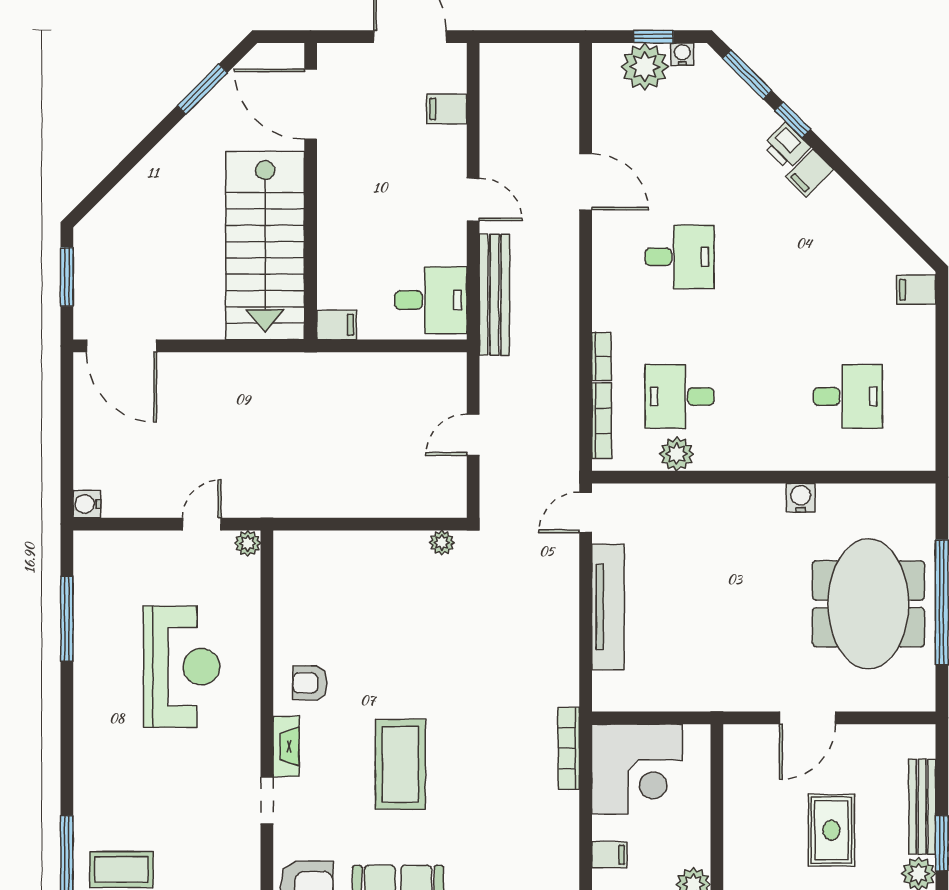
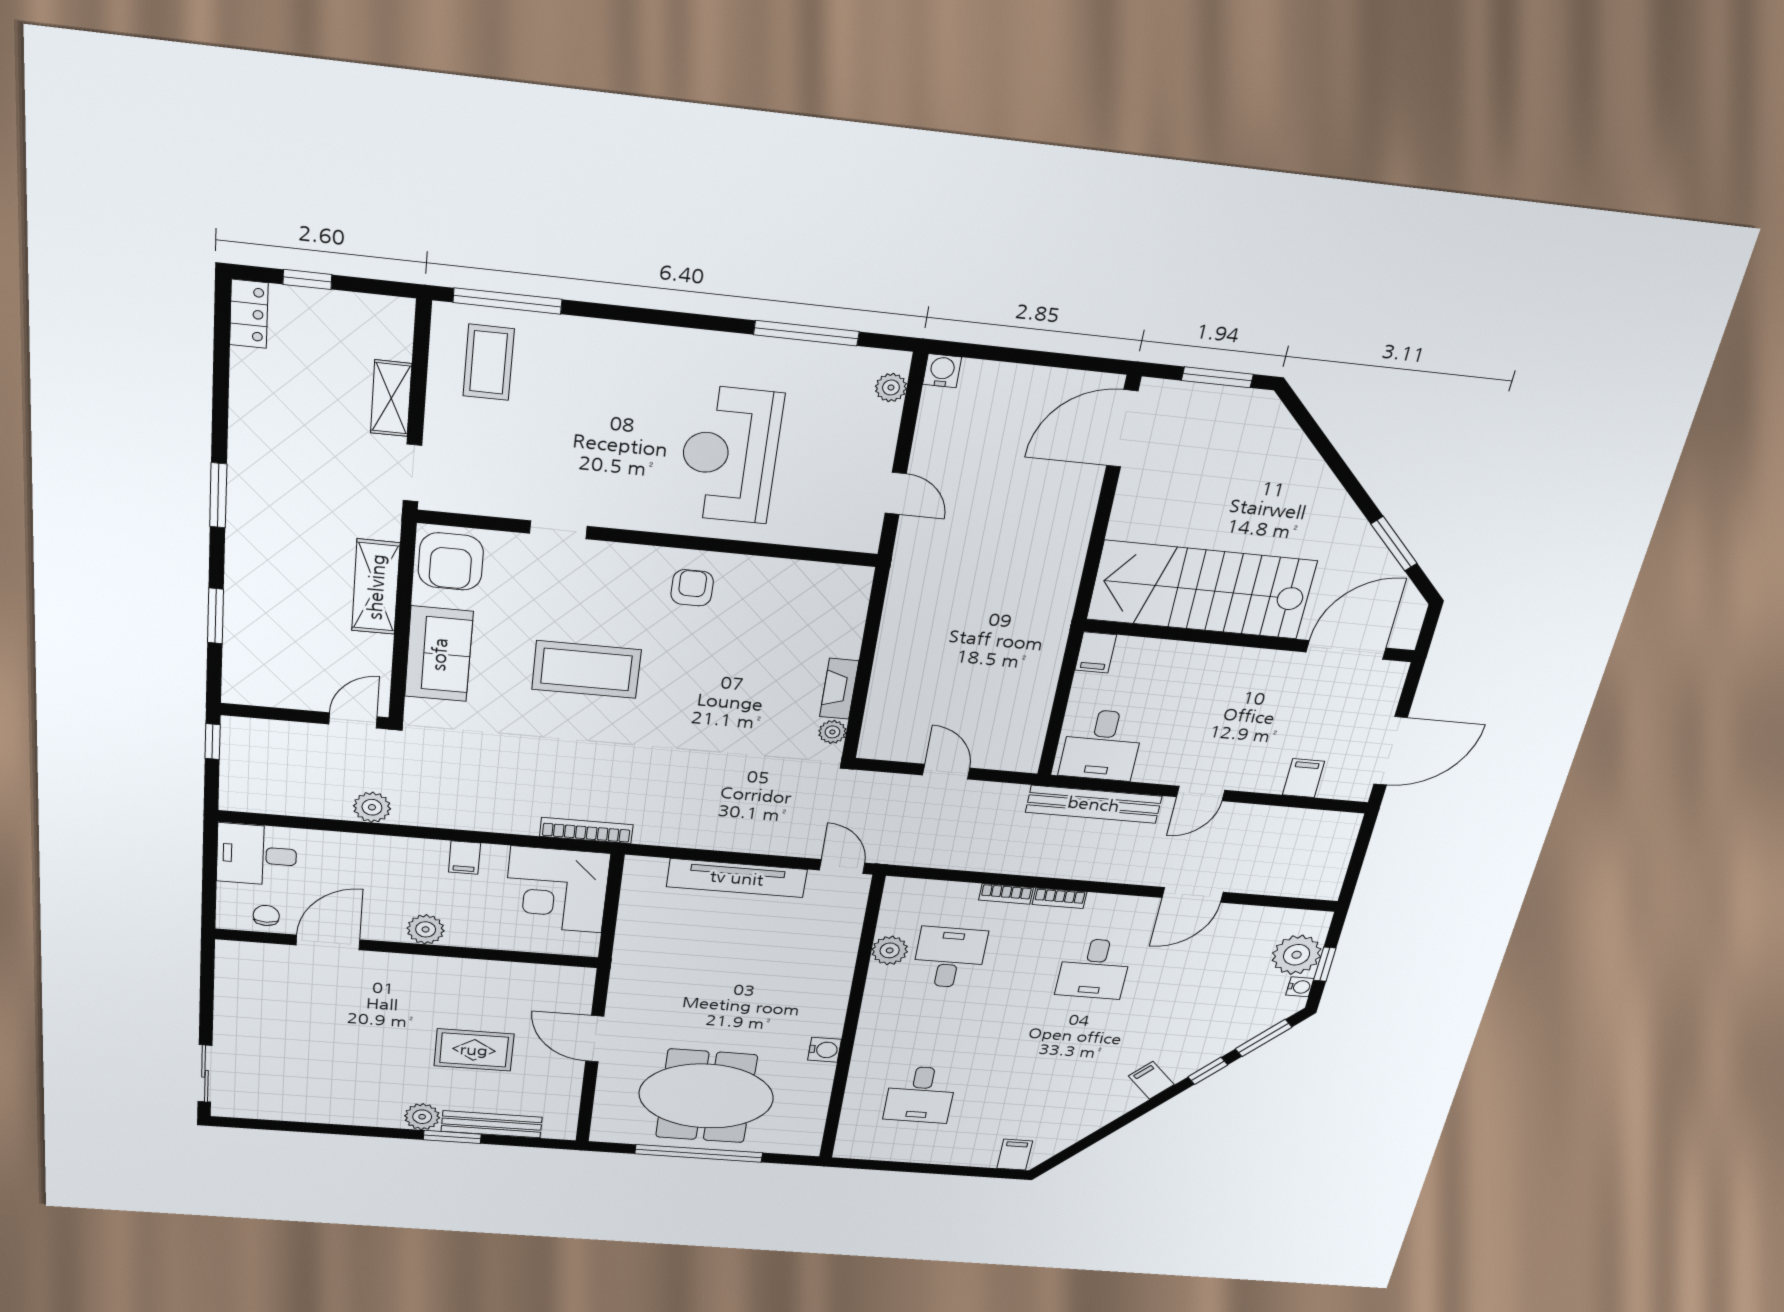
printer: (787, 146) -> (1183, 1064), removed
bookcase: (601, 421) -> (1059, 898), moved, width x0.64
plant: (248, 543) -> (891, 387), moved
reception desk: (182, 667) -> (730, 455), turned 90
fireplace: (286, 746) -> (839, 689), moved, turned 90

